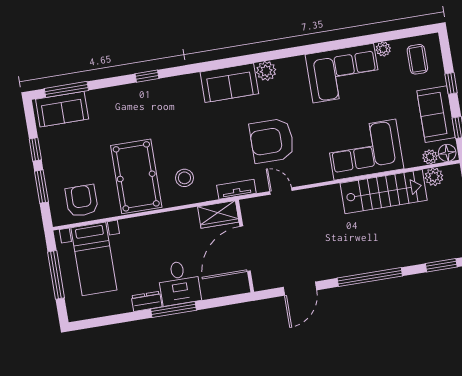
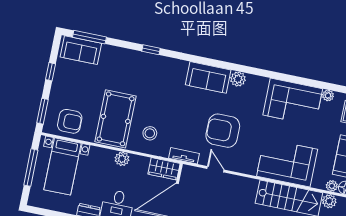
window: (41, 187) -> (42, 111), moved
armchair: (82, 201) -> (70, 121), turned 90
plant: (163, 222) -> (122, 159), added

